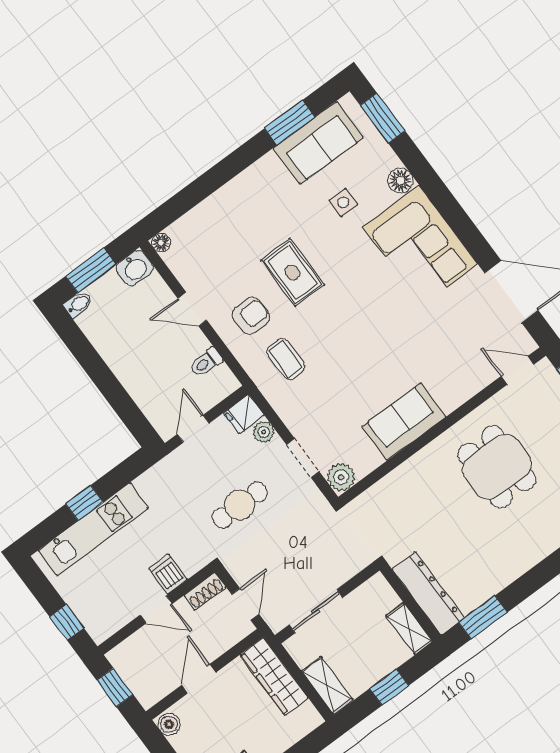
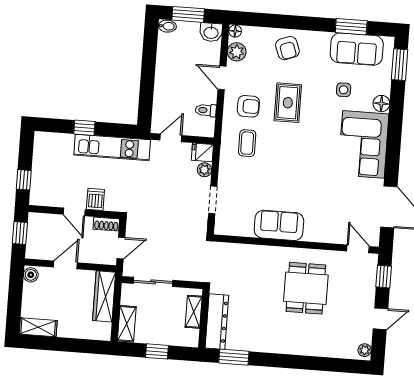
armchair: (238, 210) -> (287, 48), added
plant: (341, 477) -> (237, 52), moved
cafe table: (240, 505) -> (161, 196), removed
kitchen unit: (94, 529) -> (112, 147), moved
shelving: (409, 629) -> (194, 312), moved

